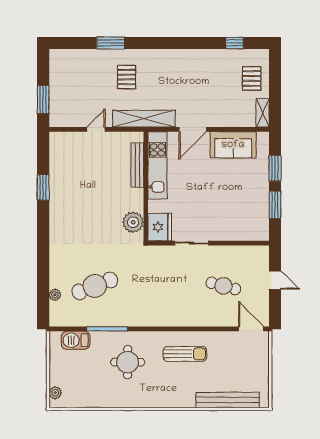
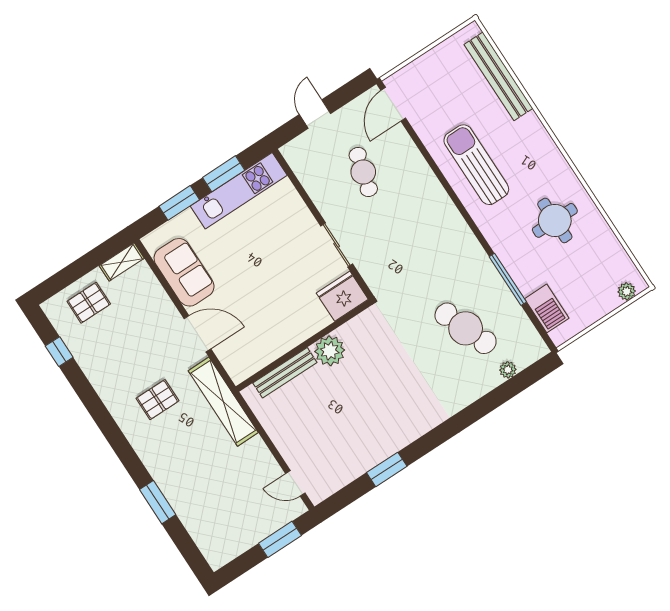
pallet: (127, 77) -> (157, 400), moved
door: (96, 129) -> (295, 483), moved
kitchen unit: (158, 165) -> (239, 191), moved, turned 180
plant: (133, 222) -> (330, 351), moved
sun lounger: (185, 354) -> (476, 165), width x1.36, depth x1.34
round table: (128, 362) -> (555, 220), moved

